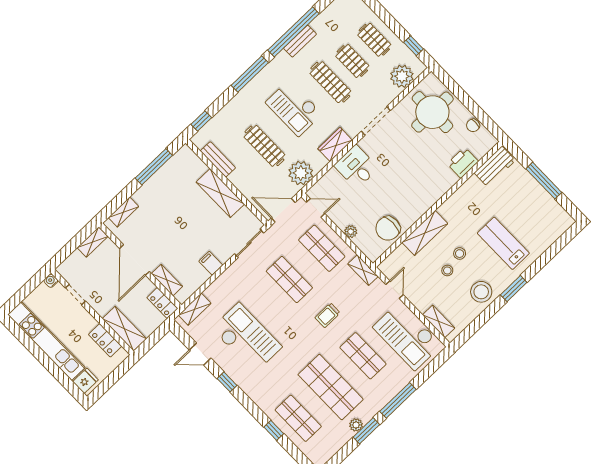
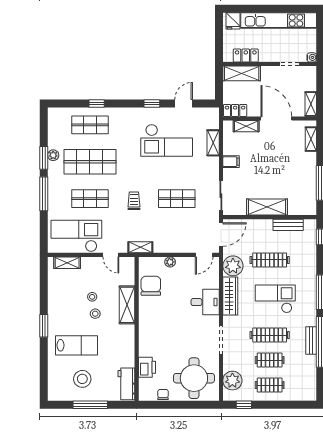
wardrobe: (335, 144) -> (230, 296), width x1.50
shop shelf: (322, 248) -> (177, 235), removed
stool: (481, 292) -> (82, 379), moved
shelving: (195, 309) -> (213, 143), moved

